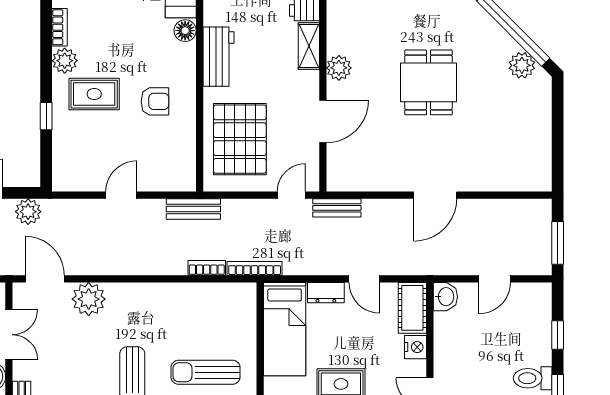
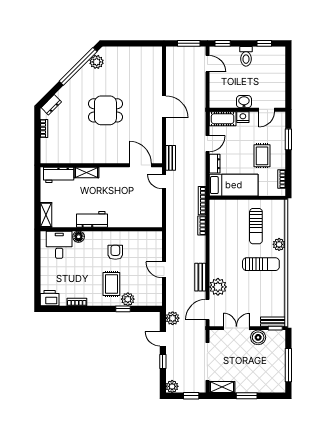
plant: (65, 61) -> (128, 299), moved
plant: (339, 68) -> (98, 157), removed
door: (323, 121) -> (140, 165), moved
pallet: (240, 139) -> (135, 208), removed
bench: (193, 209) -> (200, 277), moved
door: (495, 279) -> (207, 64), moved
washbasin: (445, 297) -> (244, 102), moved
window: (558, 335) -> (223, 43), moved
toilet: (533, 378) -> (246, 56), moved

